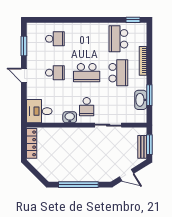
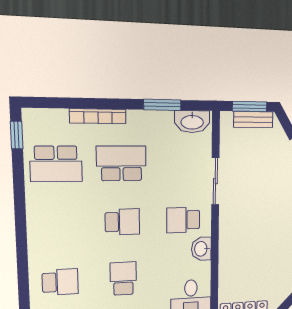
school desk: (55, 39) -> (60, 282), turned 90
school desk: (87, 73) -> (122, 222), width x0.54
washbasin: (141, 100) -> (192, 122), moved
school desk: (87, 107) -> (183, 220), turned 180

